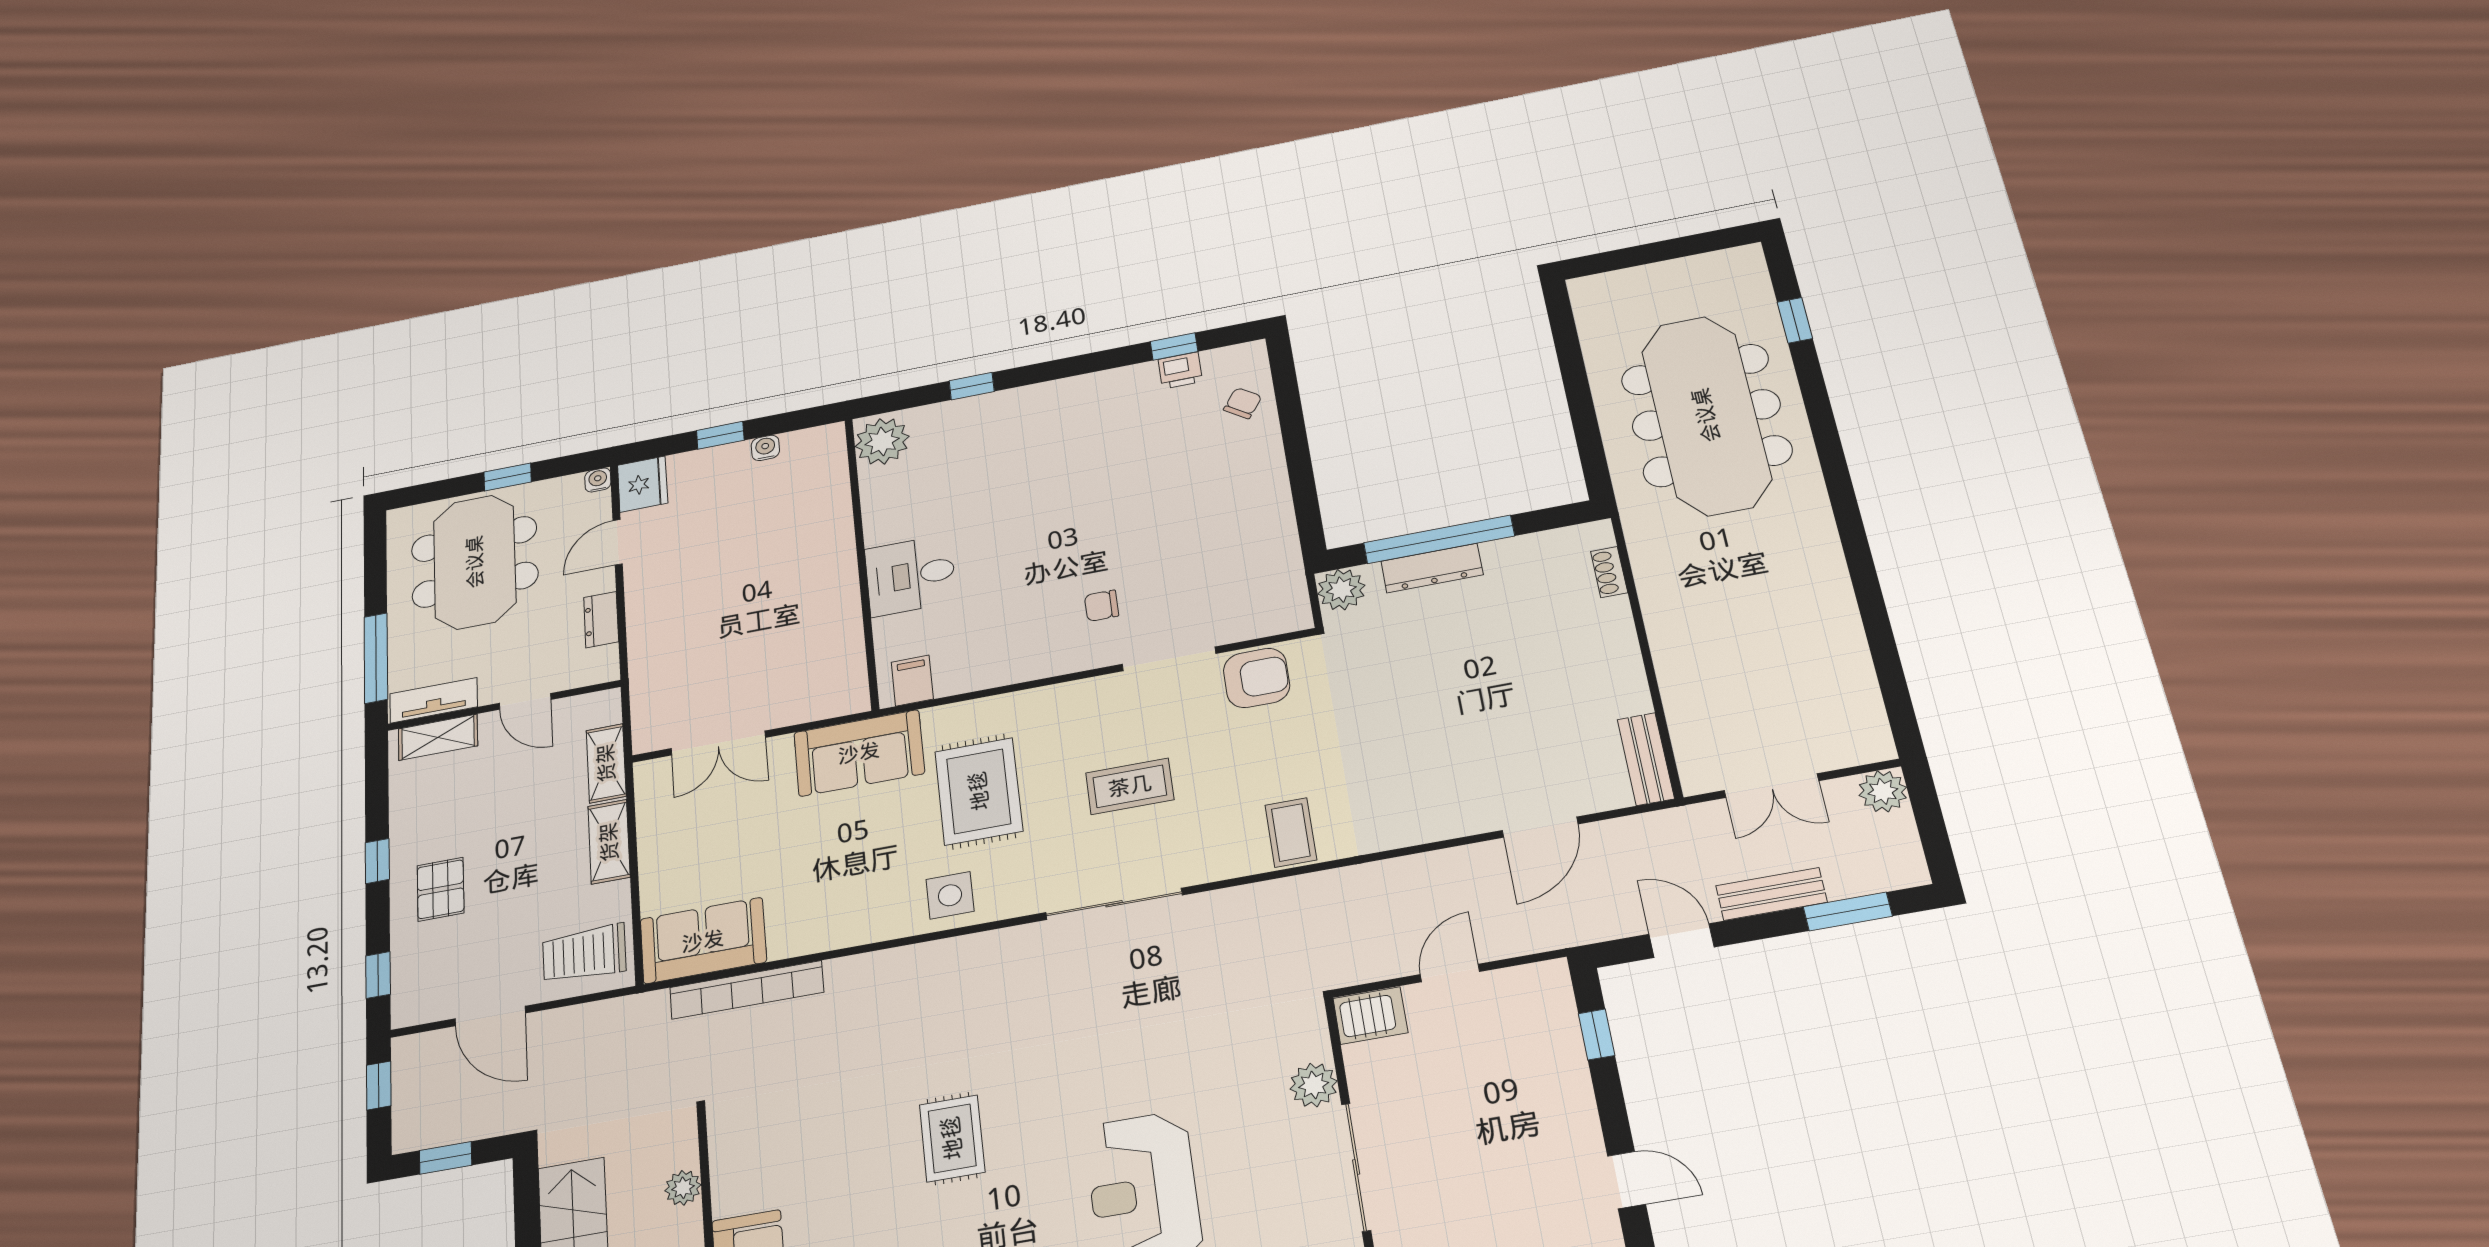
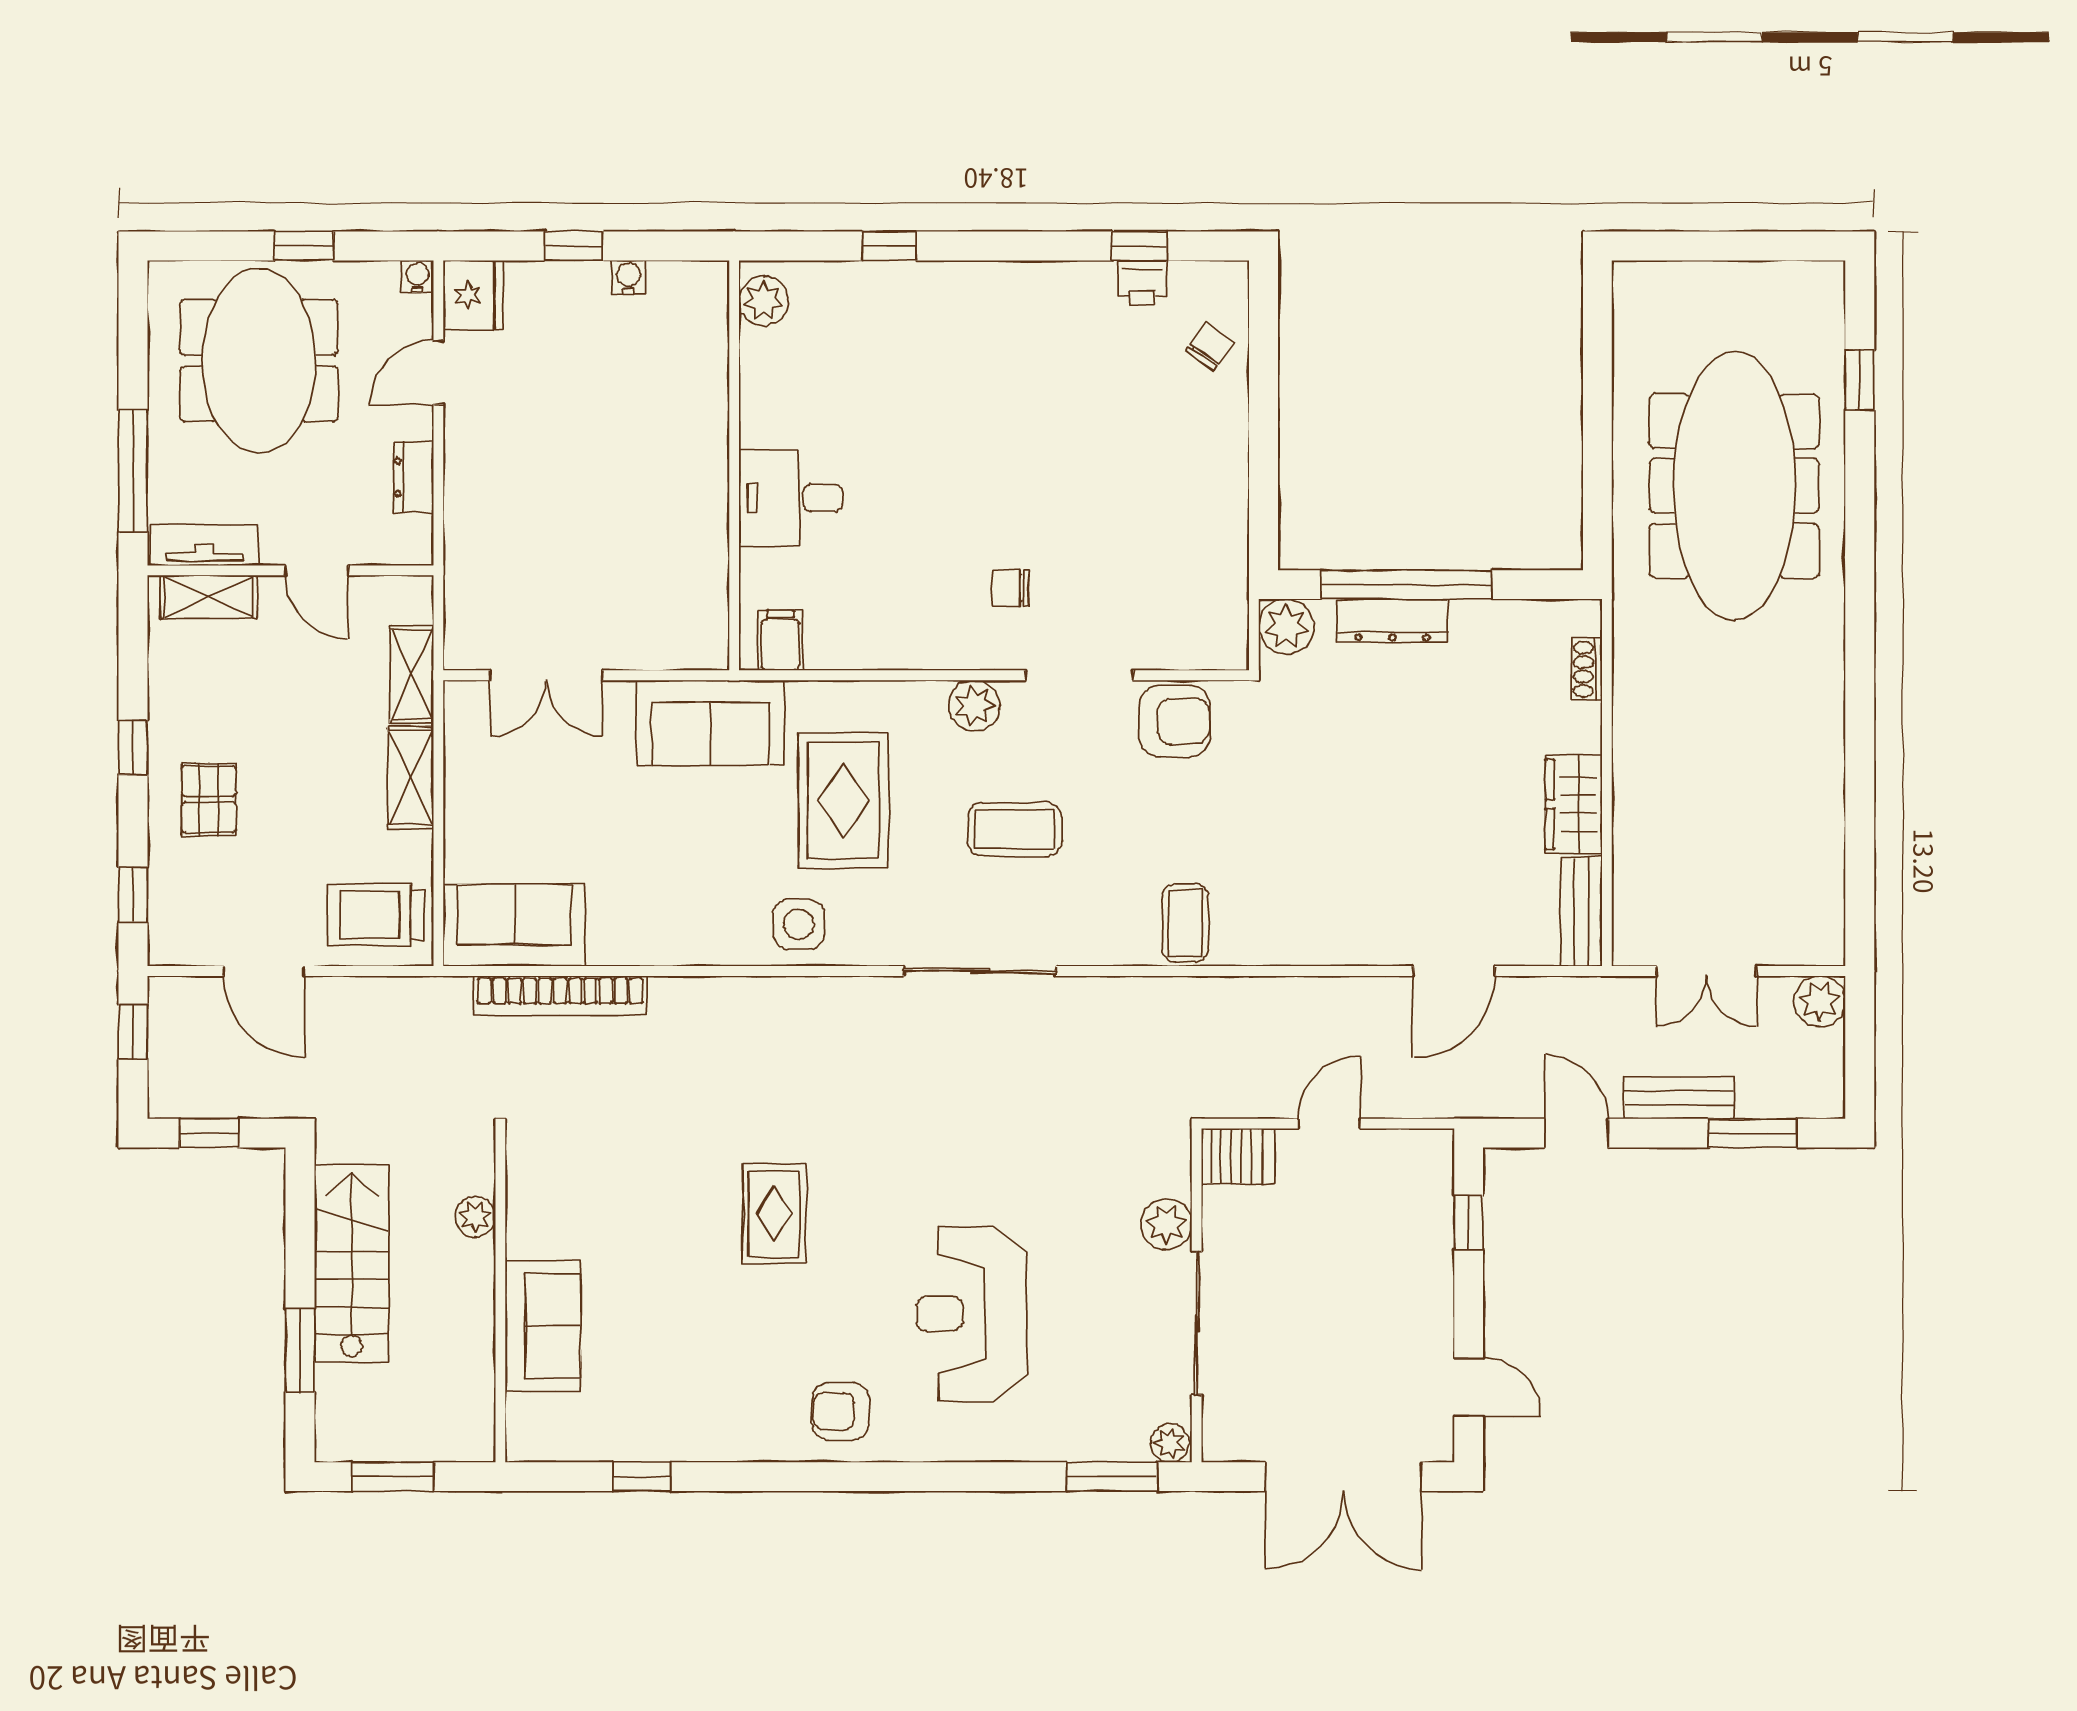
plant: (882, 441) -> (764, 301), width x0.73, depth x0.73
wardrobe: (1620, 676) -> (1574, 804), added
plant: (1082, 698) -> (974, 706), added

